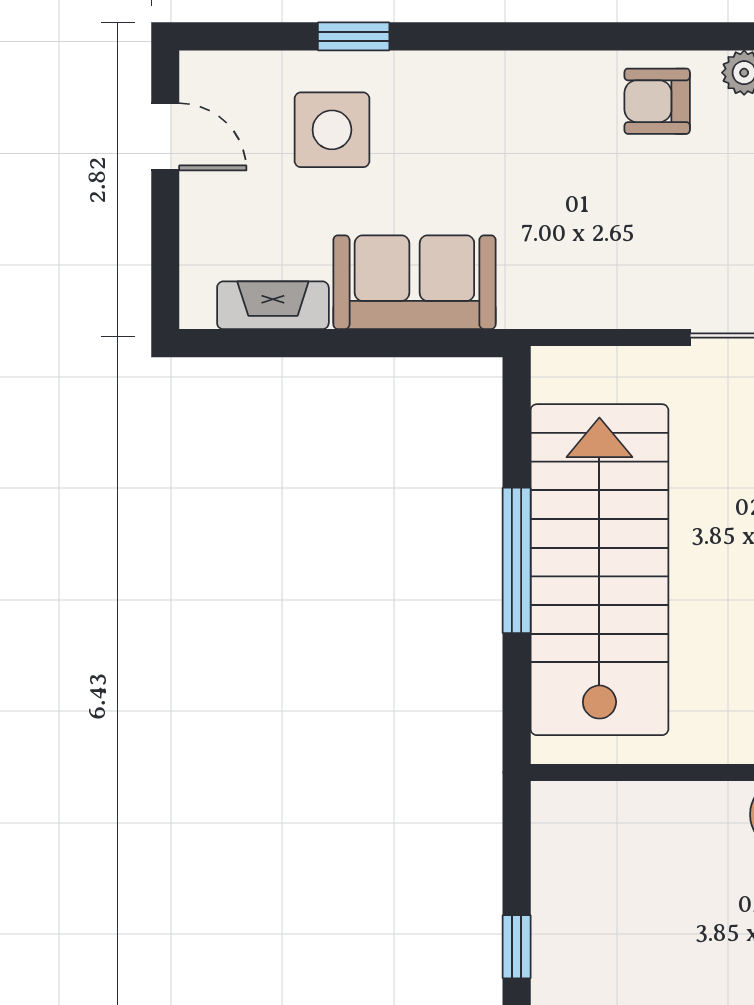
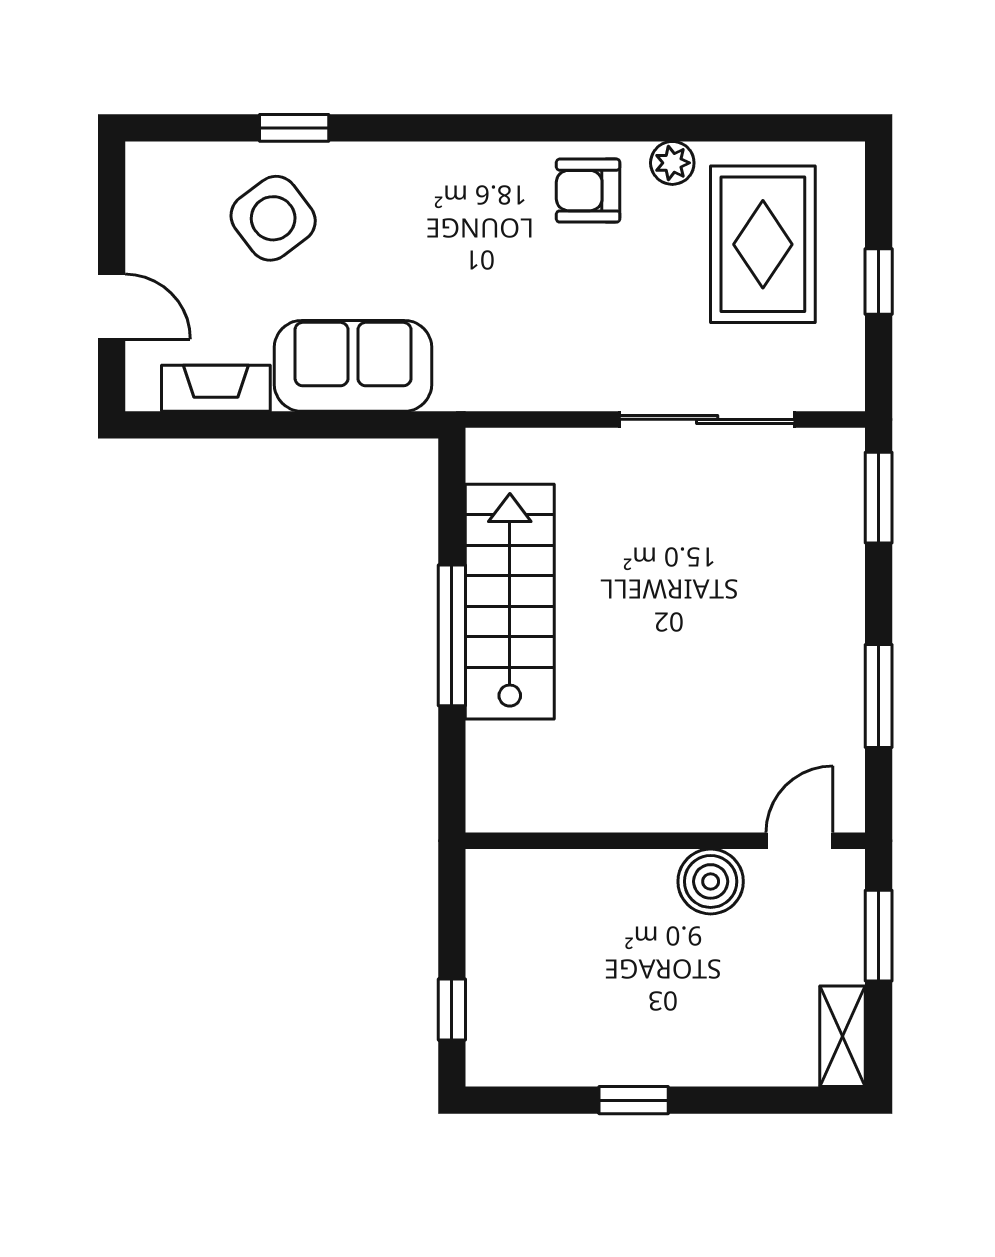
side table: (332, 130) -> (273, 218), turned -37
door: (165, 137) -> (112, 307), moved
stairs: (599, 570) -> (510, 602), width x0.73, depth x0.66

